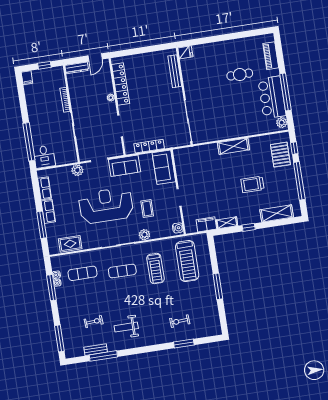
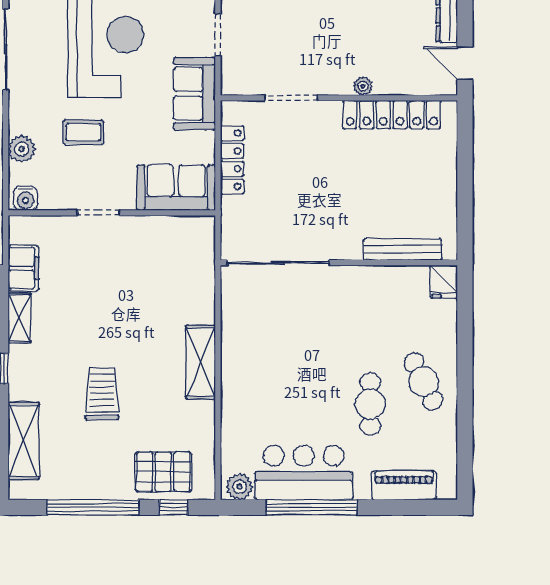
cafe table: (227, 54) -> (423, 381), added
plant: (144, 235) -> (22, 149), moved

